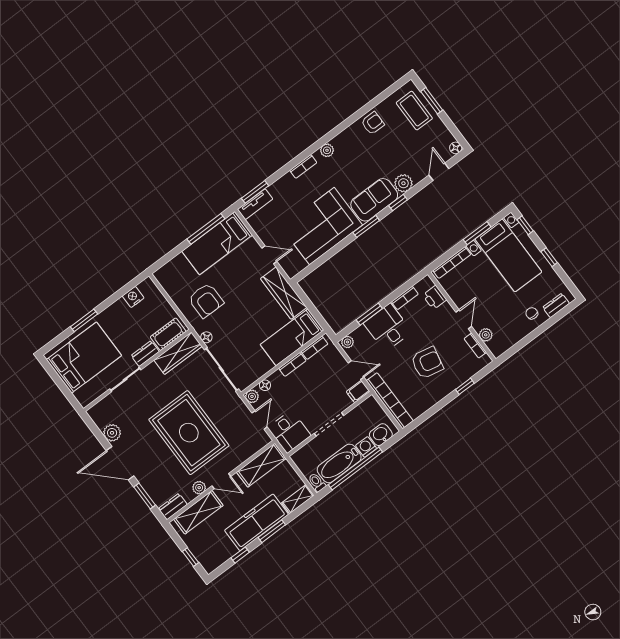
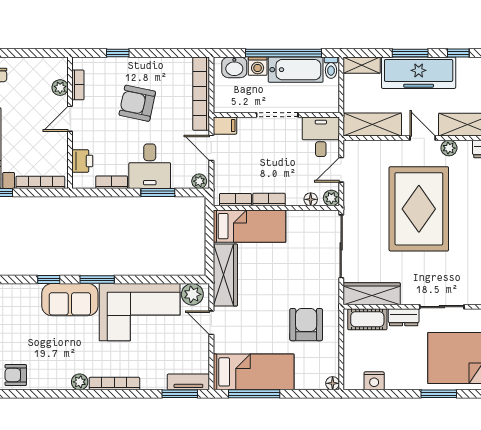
bookcase: (303, 166) -> (114, 384), width x1.56
plant: (403, 183) -> (192, 294), moved
floor lamp: (206, 337) -> (333, 383), moved

